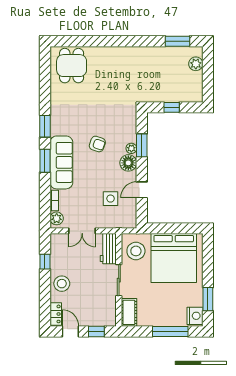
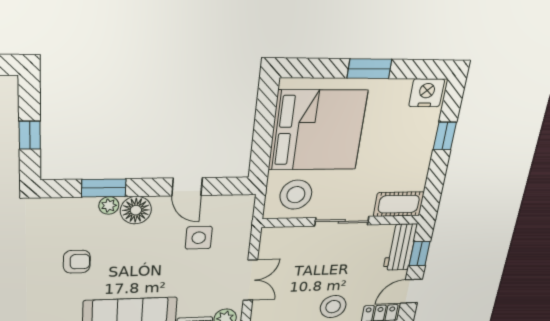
armchair: (97, 144) -> (77, 262), moved, turned 71
workbench: (108, 249) -> (400, 247), moved, turned 90
window: (208, 299) -> (369, 69), moved
window: (170, 331) -> (445, 136), width x0.46

